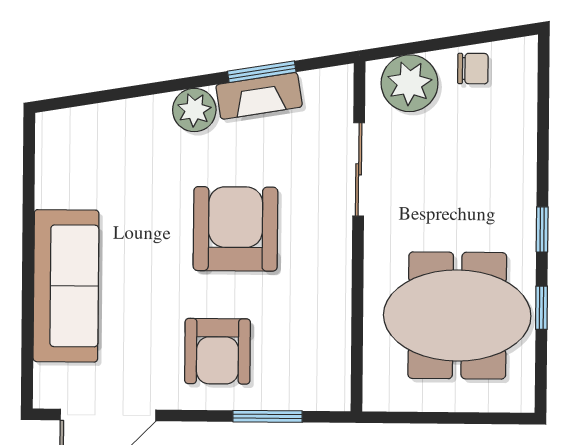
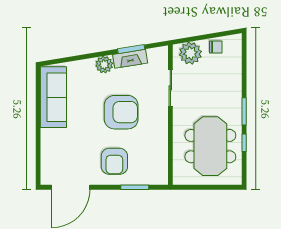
armchair: (235, 229) -> (121, 112), turned 90
window: (542, 229) -> (244, 111), width x1.50
sofa: (66, 286) -> (53, 97), moved
meeting table: (457, 315) -> (210, 146), turned 90

